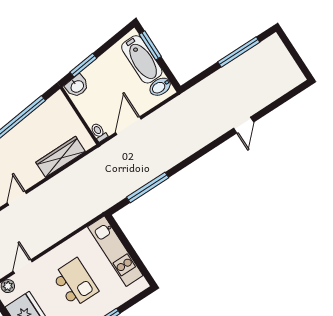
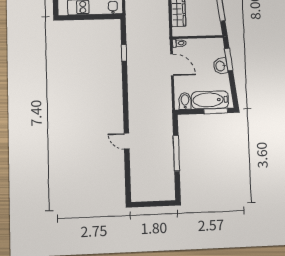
window: (239, 52) -> (176, 153), moved
washbasin: (77, 86) -> (221, 66), moved
window: (148, 187) -> (124, 53), width x0.46

